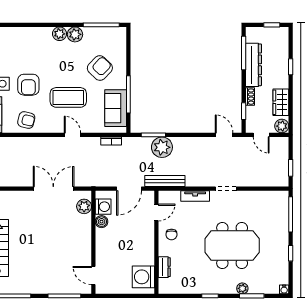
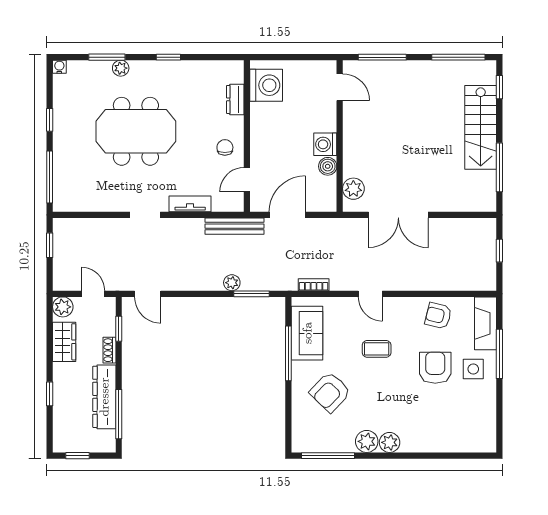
coffee table: (68, 97) -> (377, 349), width x0.54, depth x0.58
plant: (162, 147) -> (232, 283), width x0.53, depth x0.53
washing machine: (103, 207) -> (325, 144), moved

